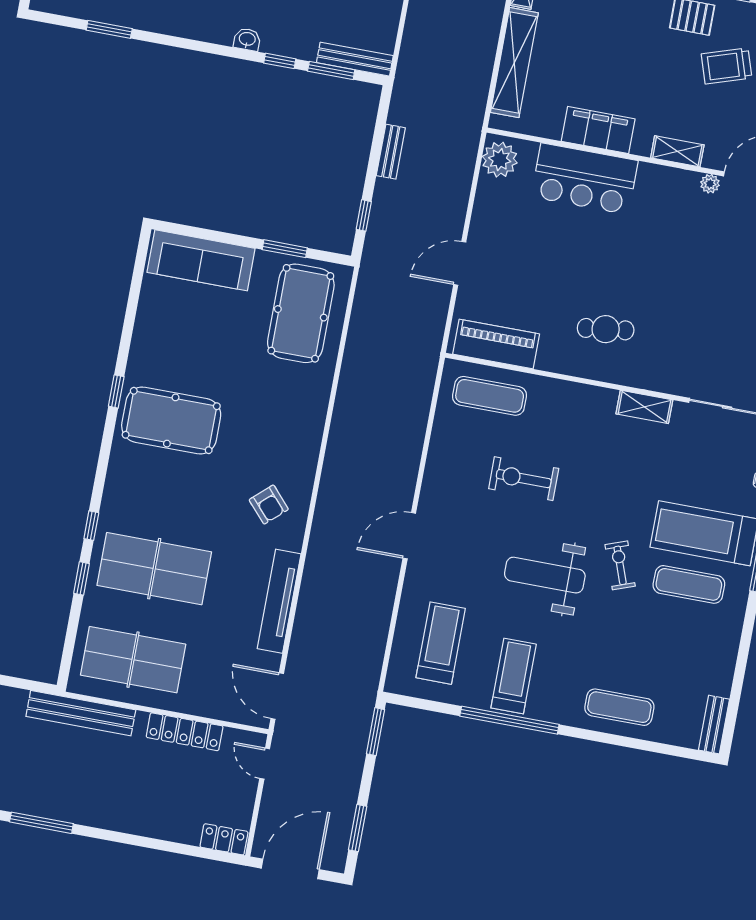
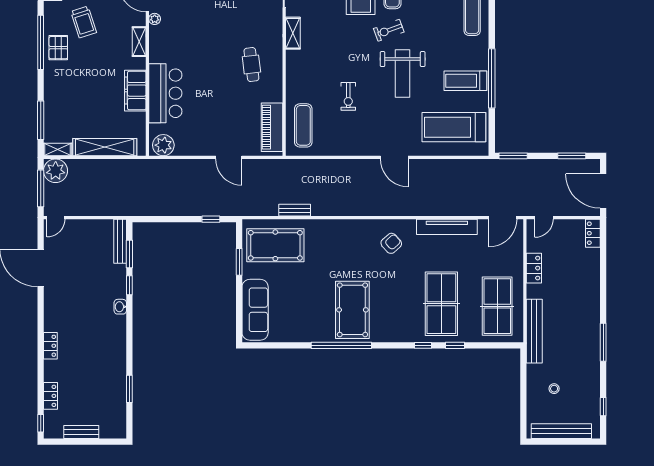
bench: (391, 152) -> (295, 210), moved
window: (116, 391) -> (341, 345), width x3.17
exercise bike: (524, 479) -> (348, 96), width x0.73, depth x0.72
treadmill: (441, 643) -> (454, 127), width x1.37, depth x1.38
locker: (185, 732) -> (534, 268), width x0.66

